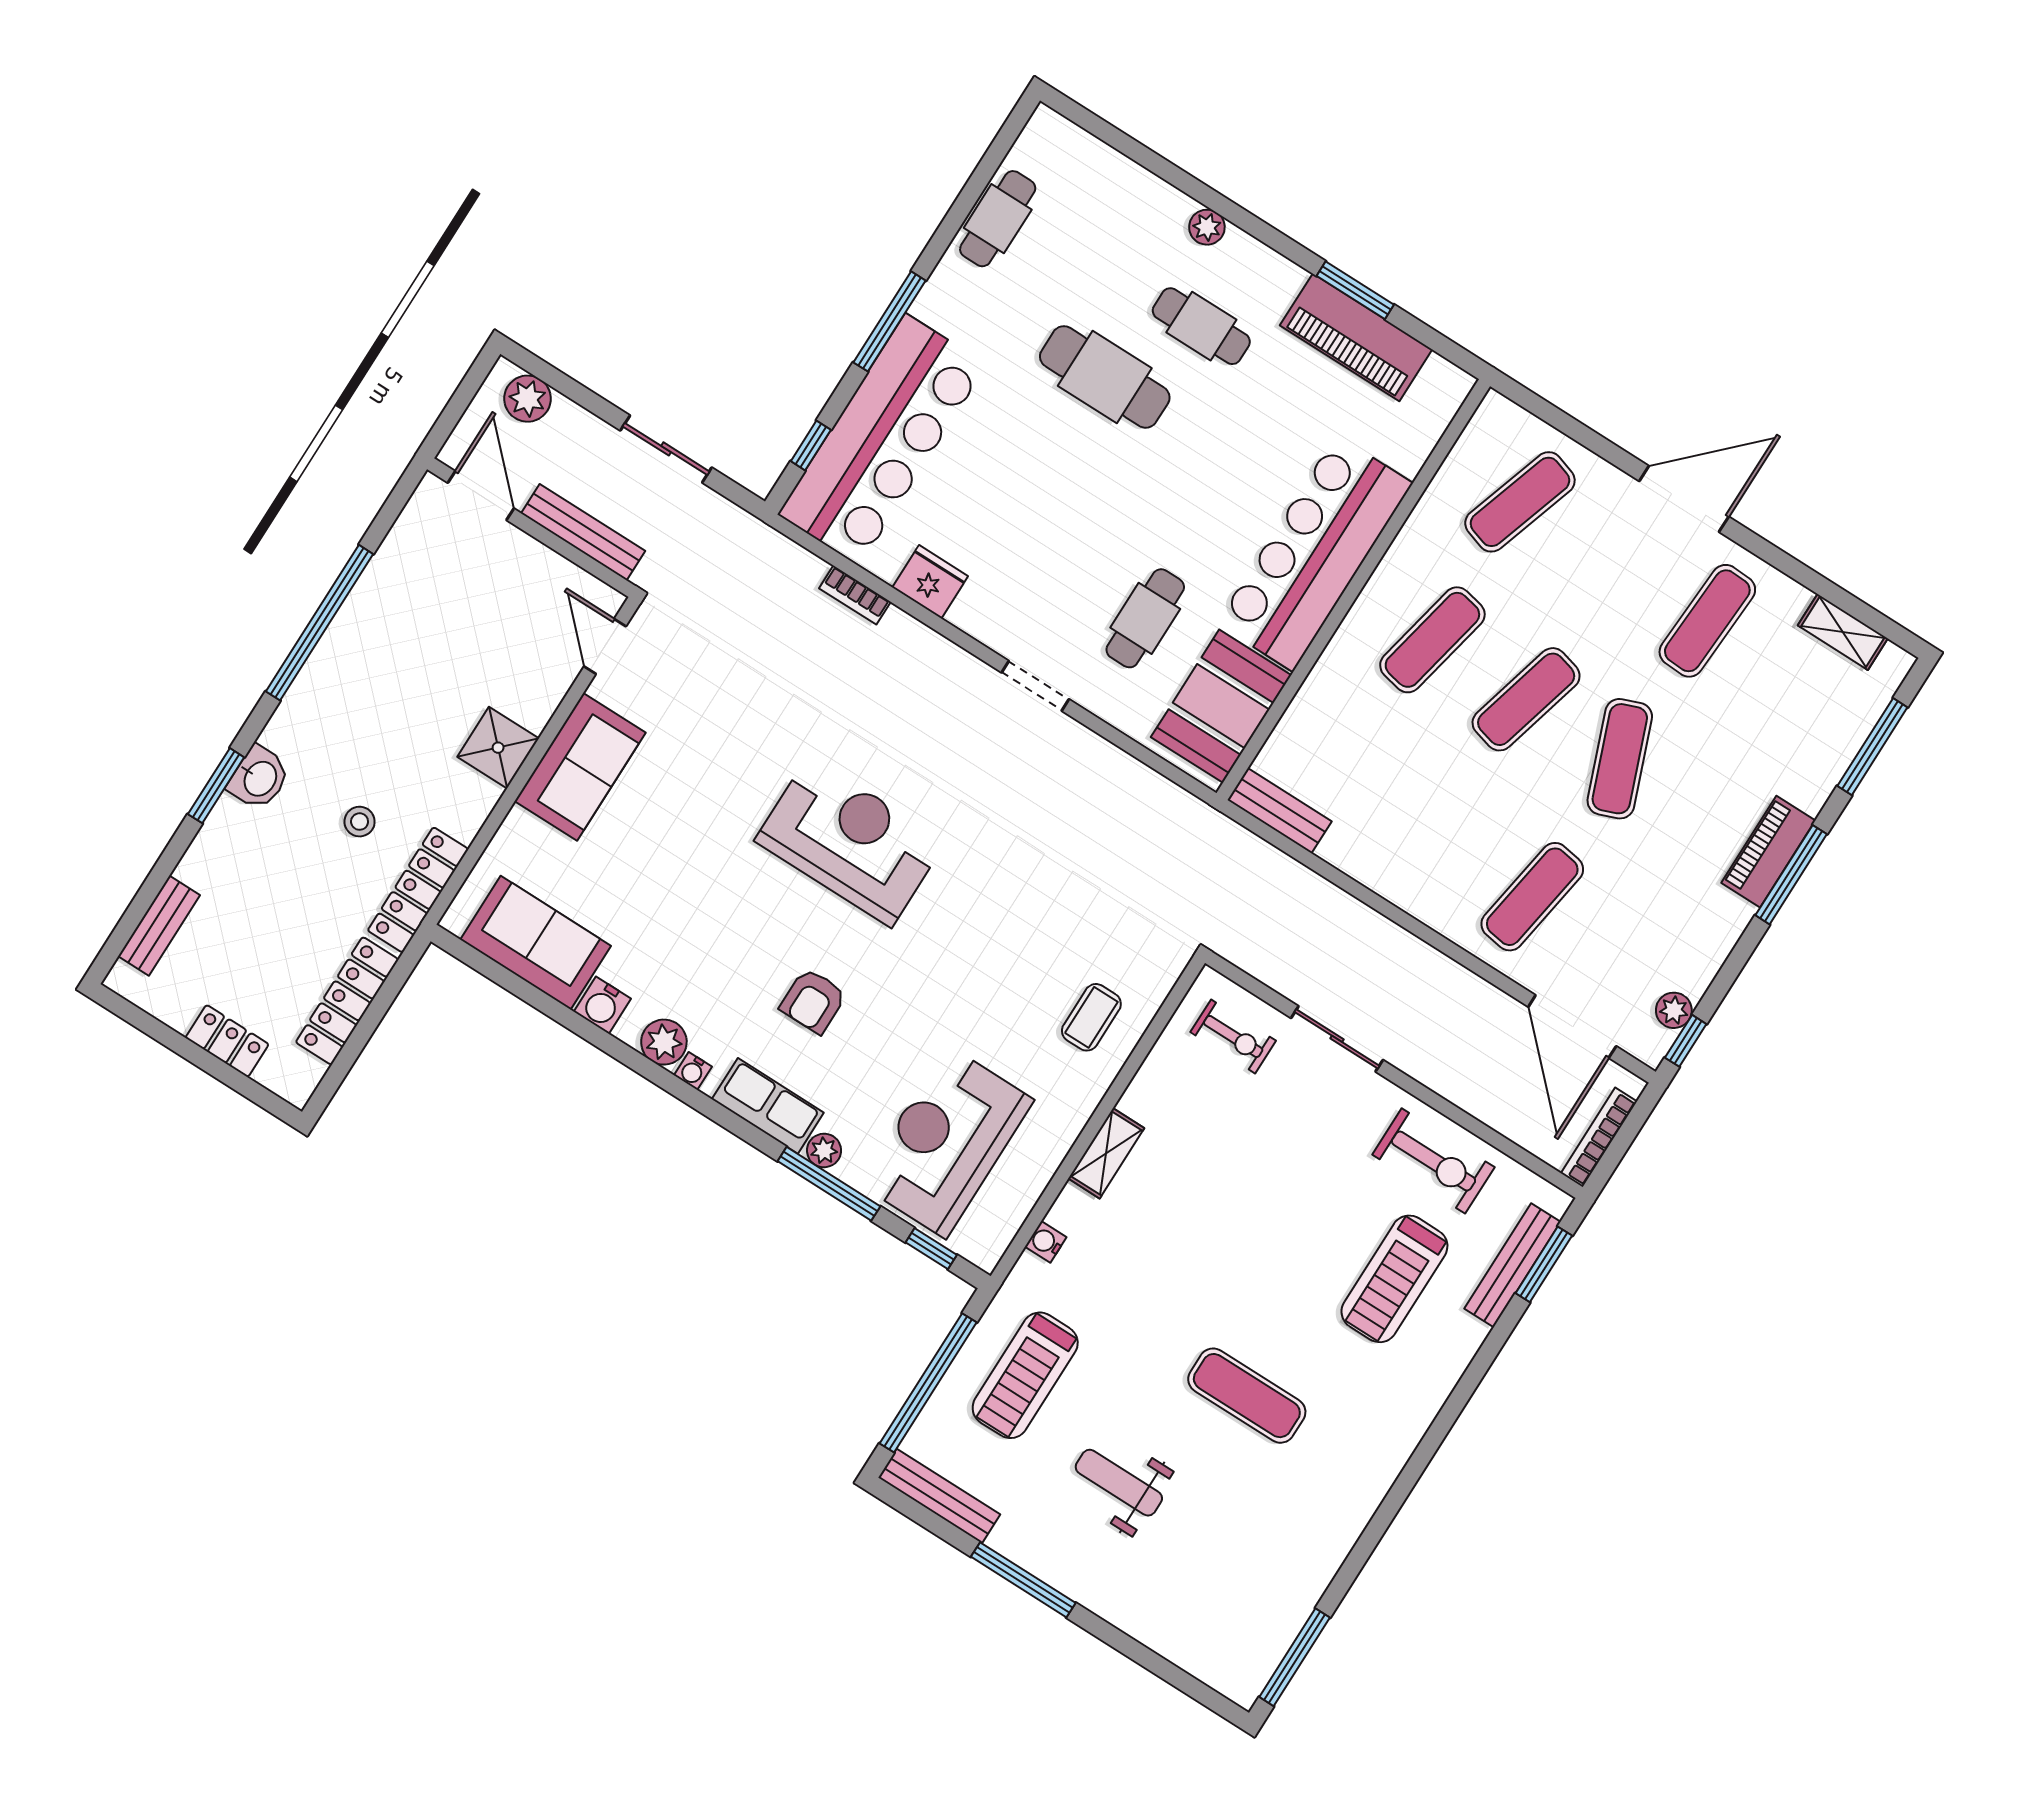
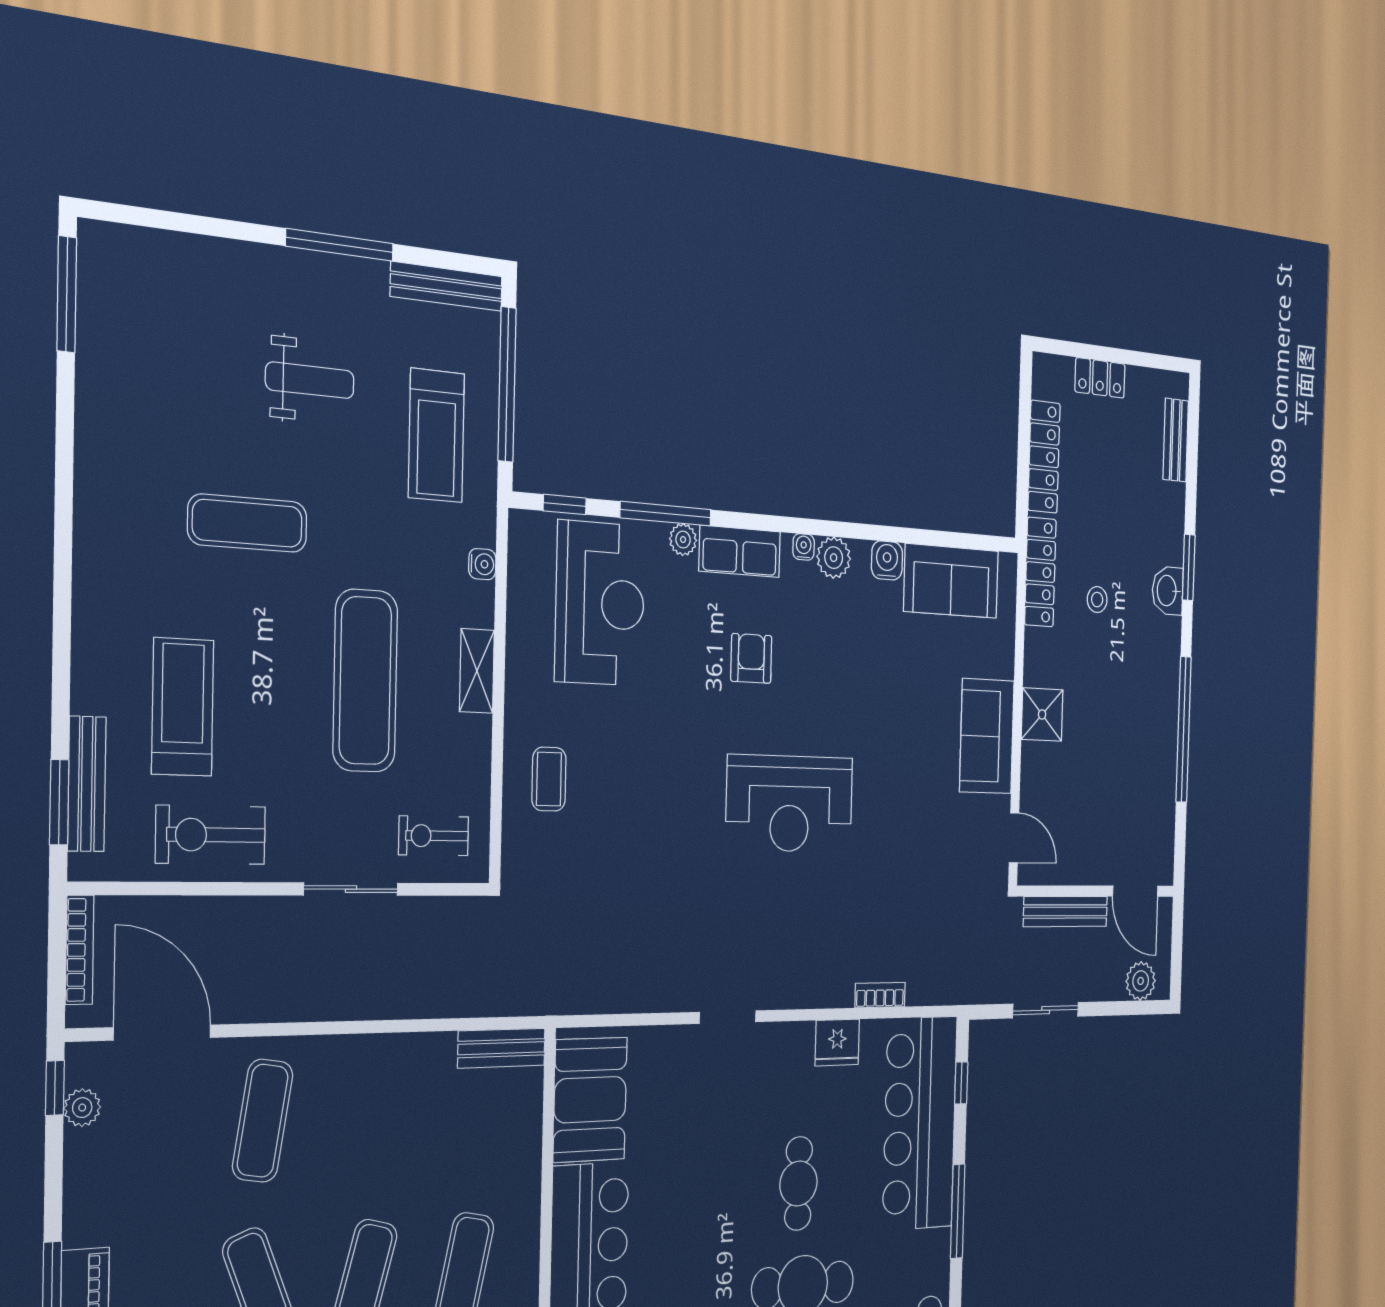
cafe table: (1145, 618) -> (798, 1183), moved
exercise mat: (1218, 1206) -> (365, 681), added
treadmill: (1025, 1375) -> (436, 435), turned 180

